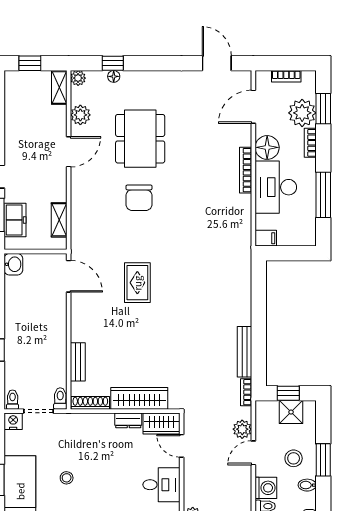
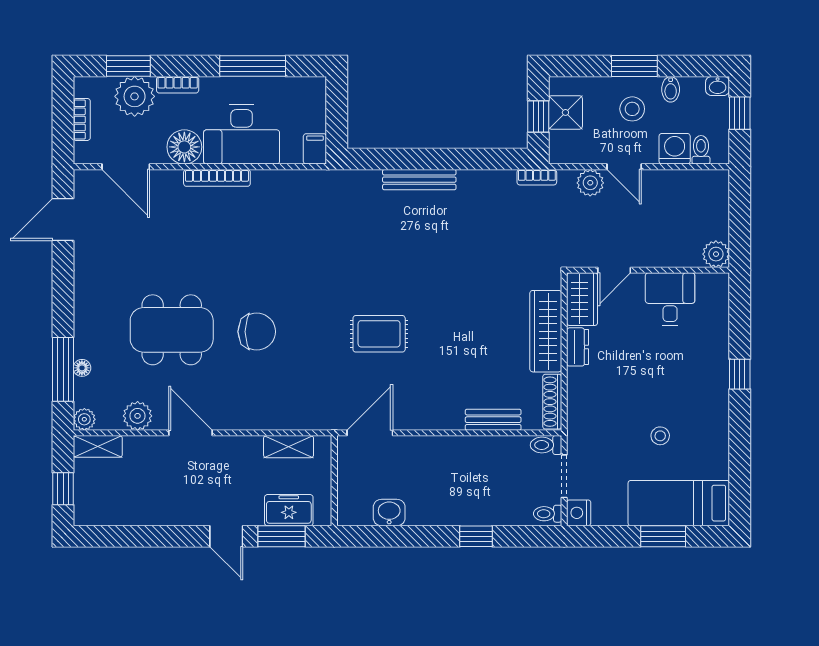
window: (113, 63) -> (63, 369), width x2.17
washbasin: (13, 264) -> (389, 513), moved
bench: (244, 352) -> (419, 180), moved

